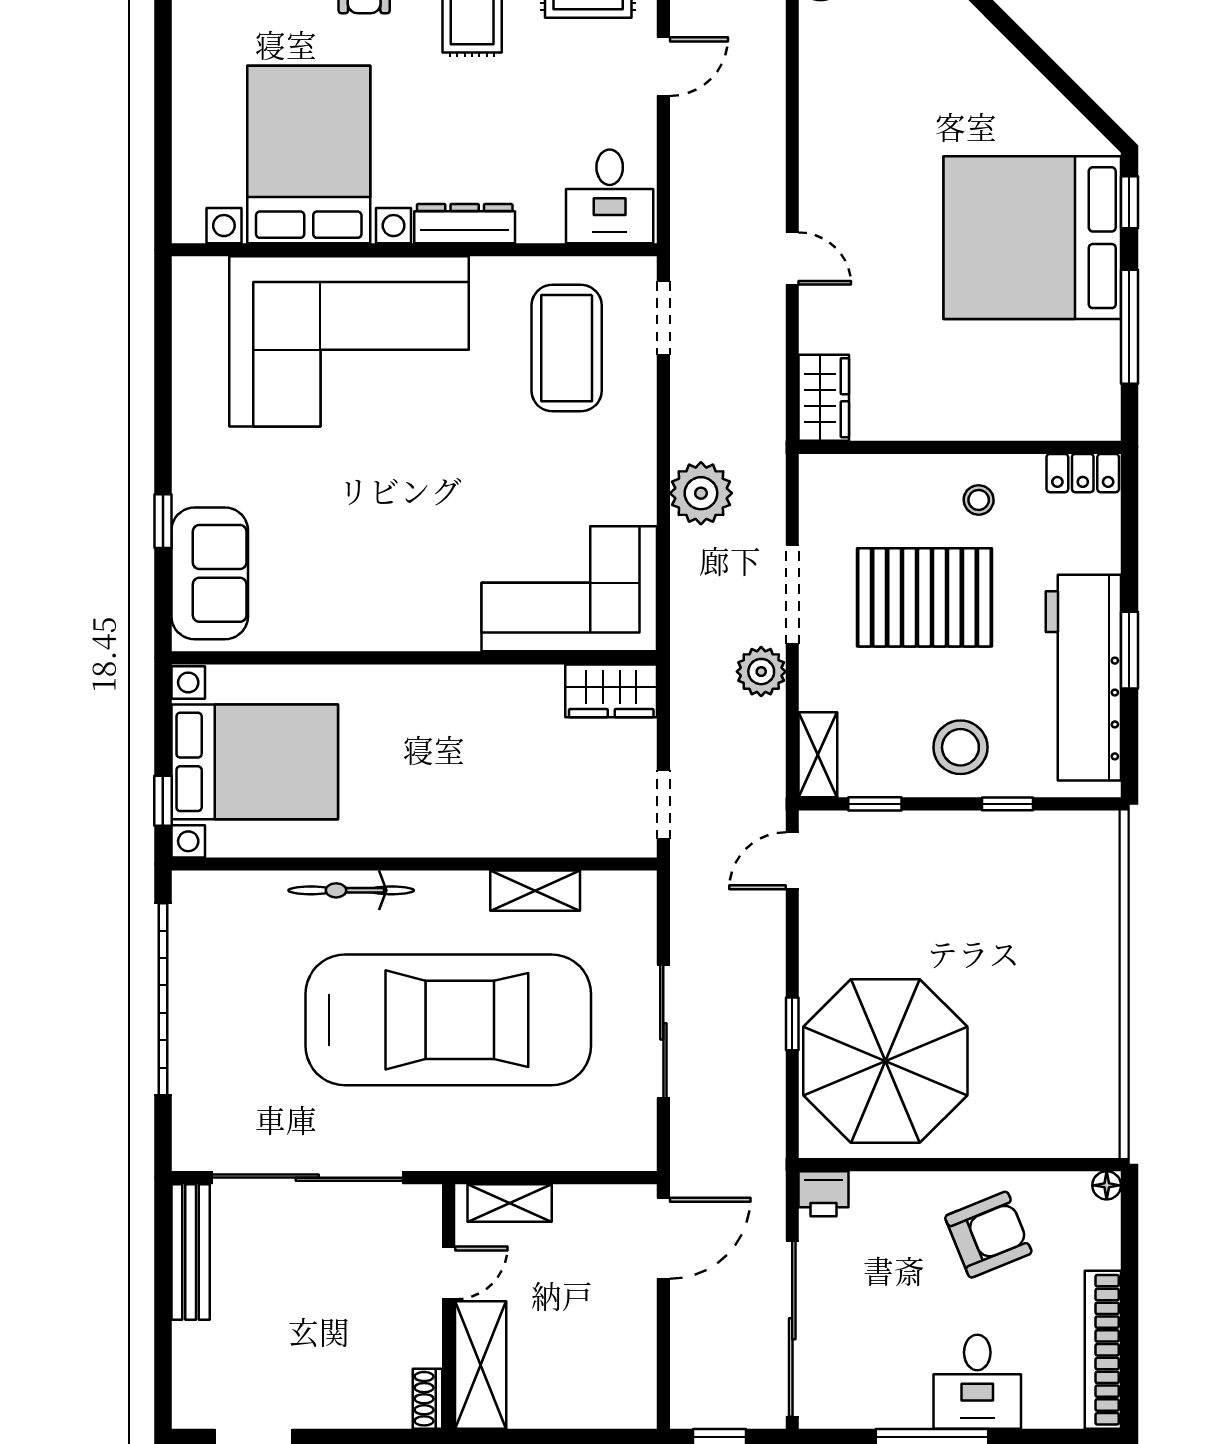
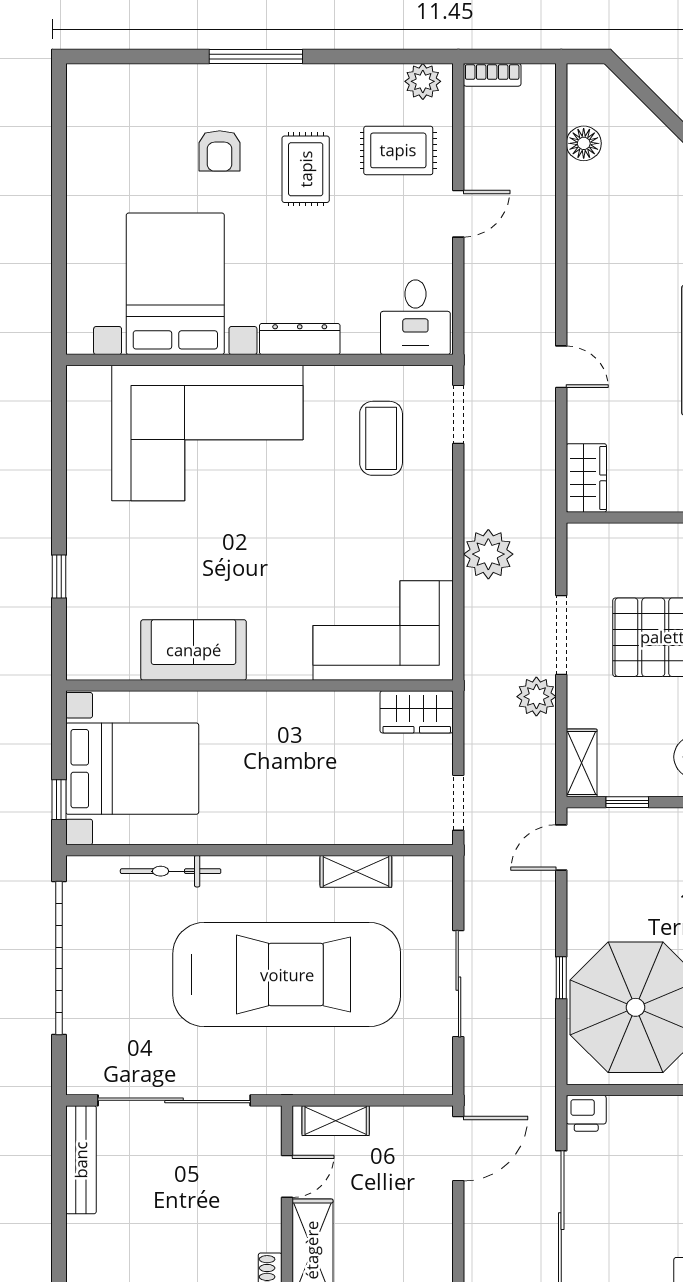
coffee table: (567, 348) -> (381, 438), width x0.73, depth x0.76
sofa: (210, 573) -> (194, 650), moved, turned -90
bicycle: (351, 890) -> (171, 871), moved

